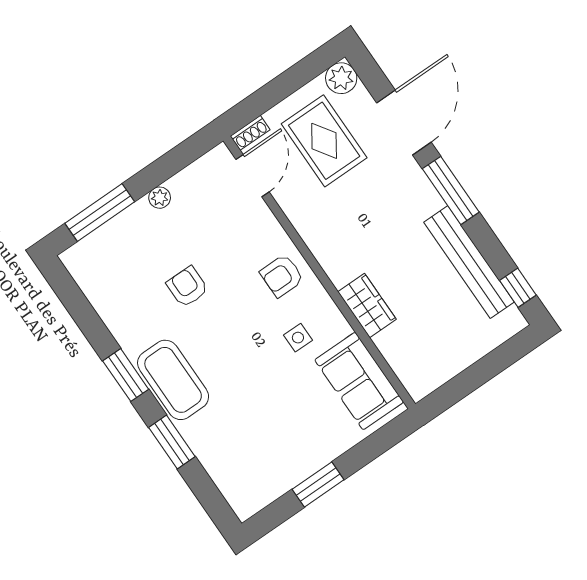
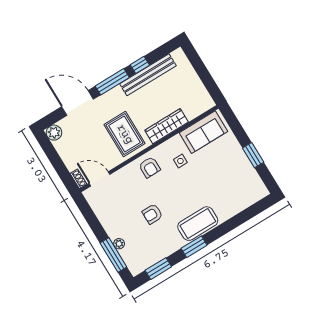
rug: (324, 141) -> (125, 134), moved, turned 90
plant: (160, 198) -> (119, 244), moved
window: (518, 288) -> (140, 65), moved
wardrobe: (367, 306) -> (167, 126), width x1.50
window: (172, 442) -> (158, 269), moved

